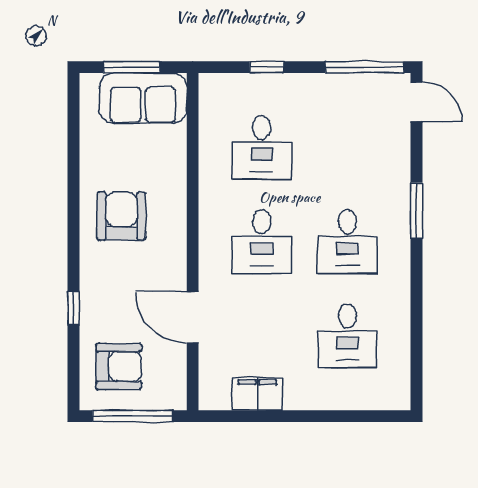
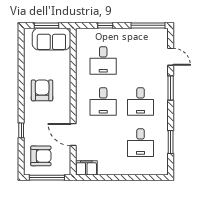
door: (417, 102) -> (171, 57), moved
window: (417, 334) -> (171, 142), added
filing cabinet: (257, 394) -> (86, 168), moved

